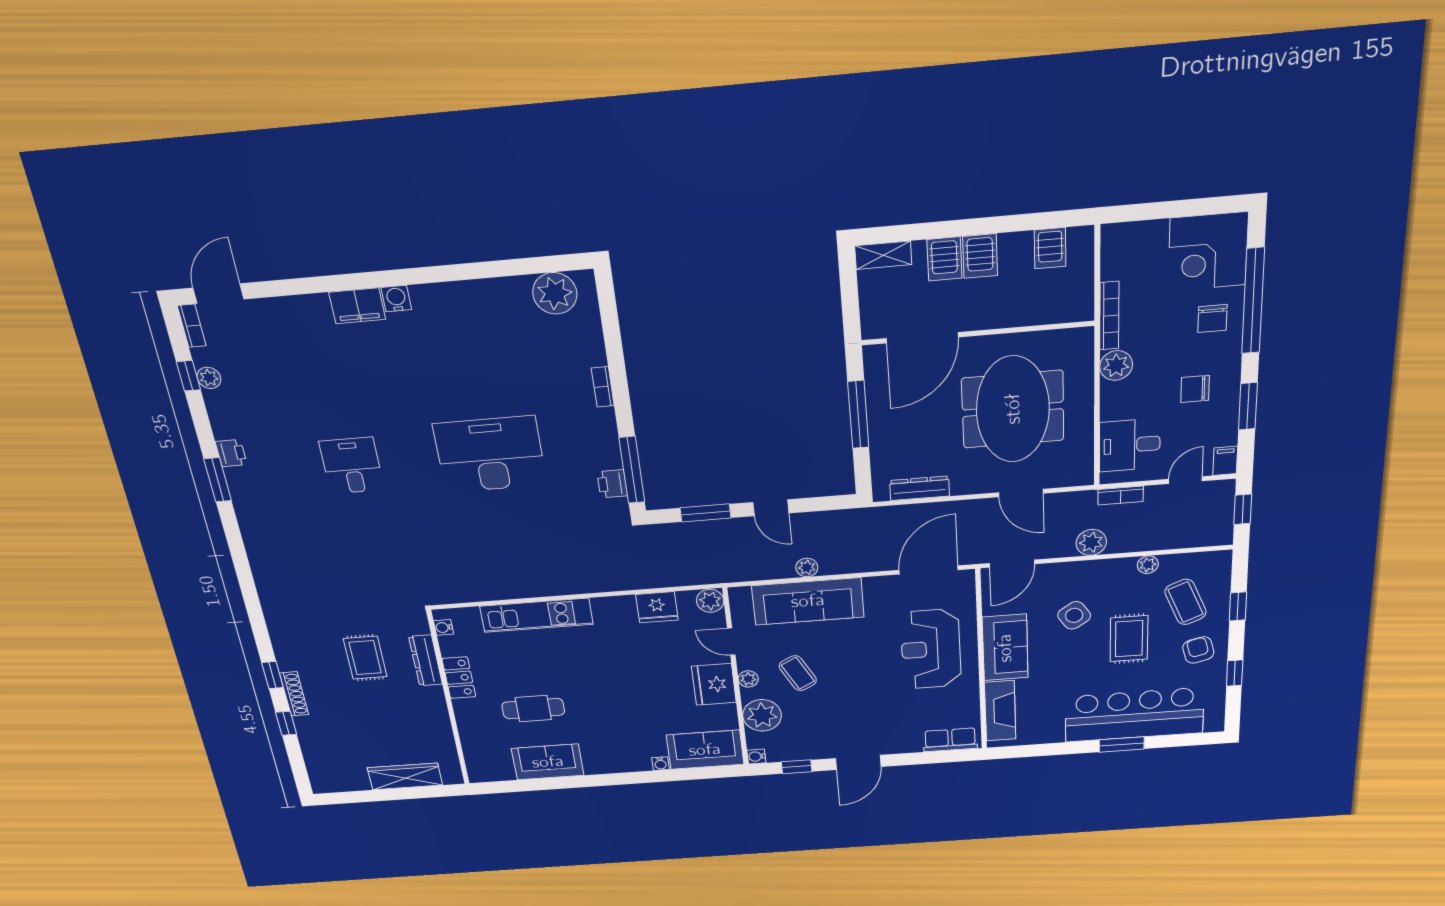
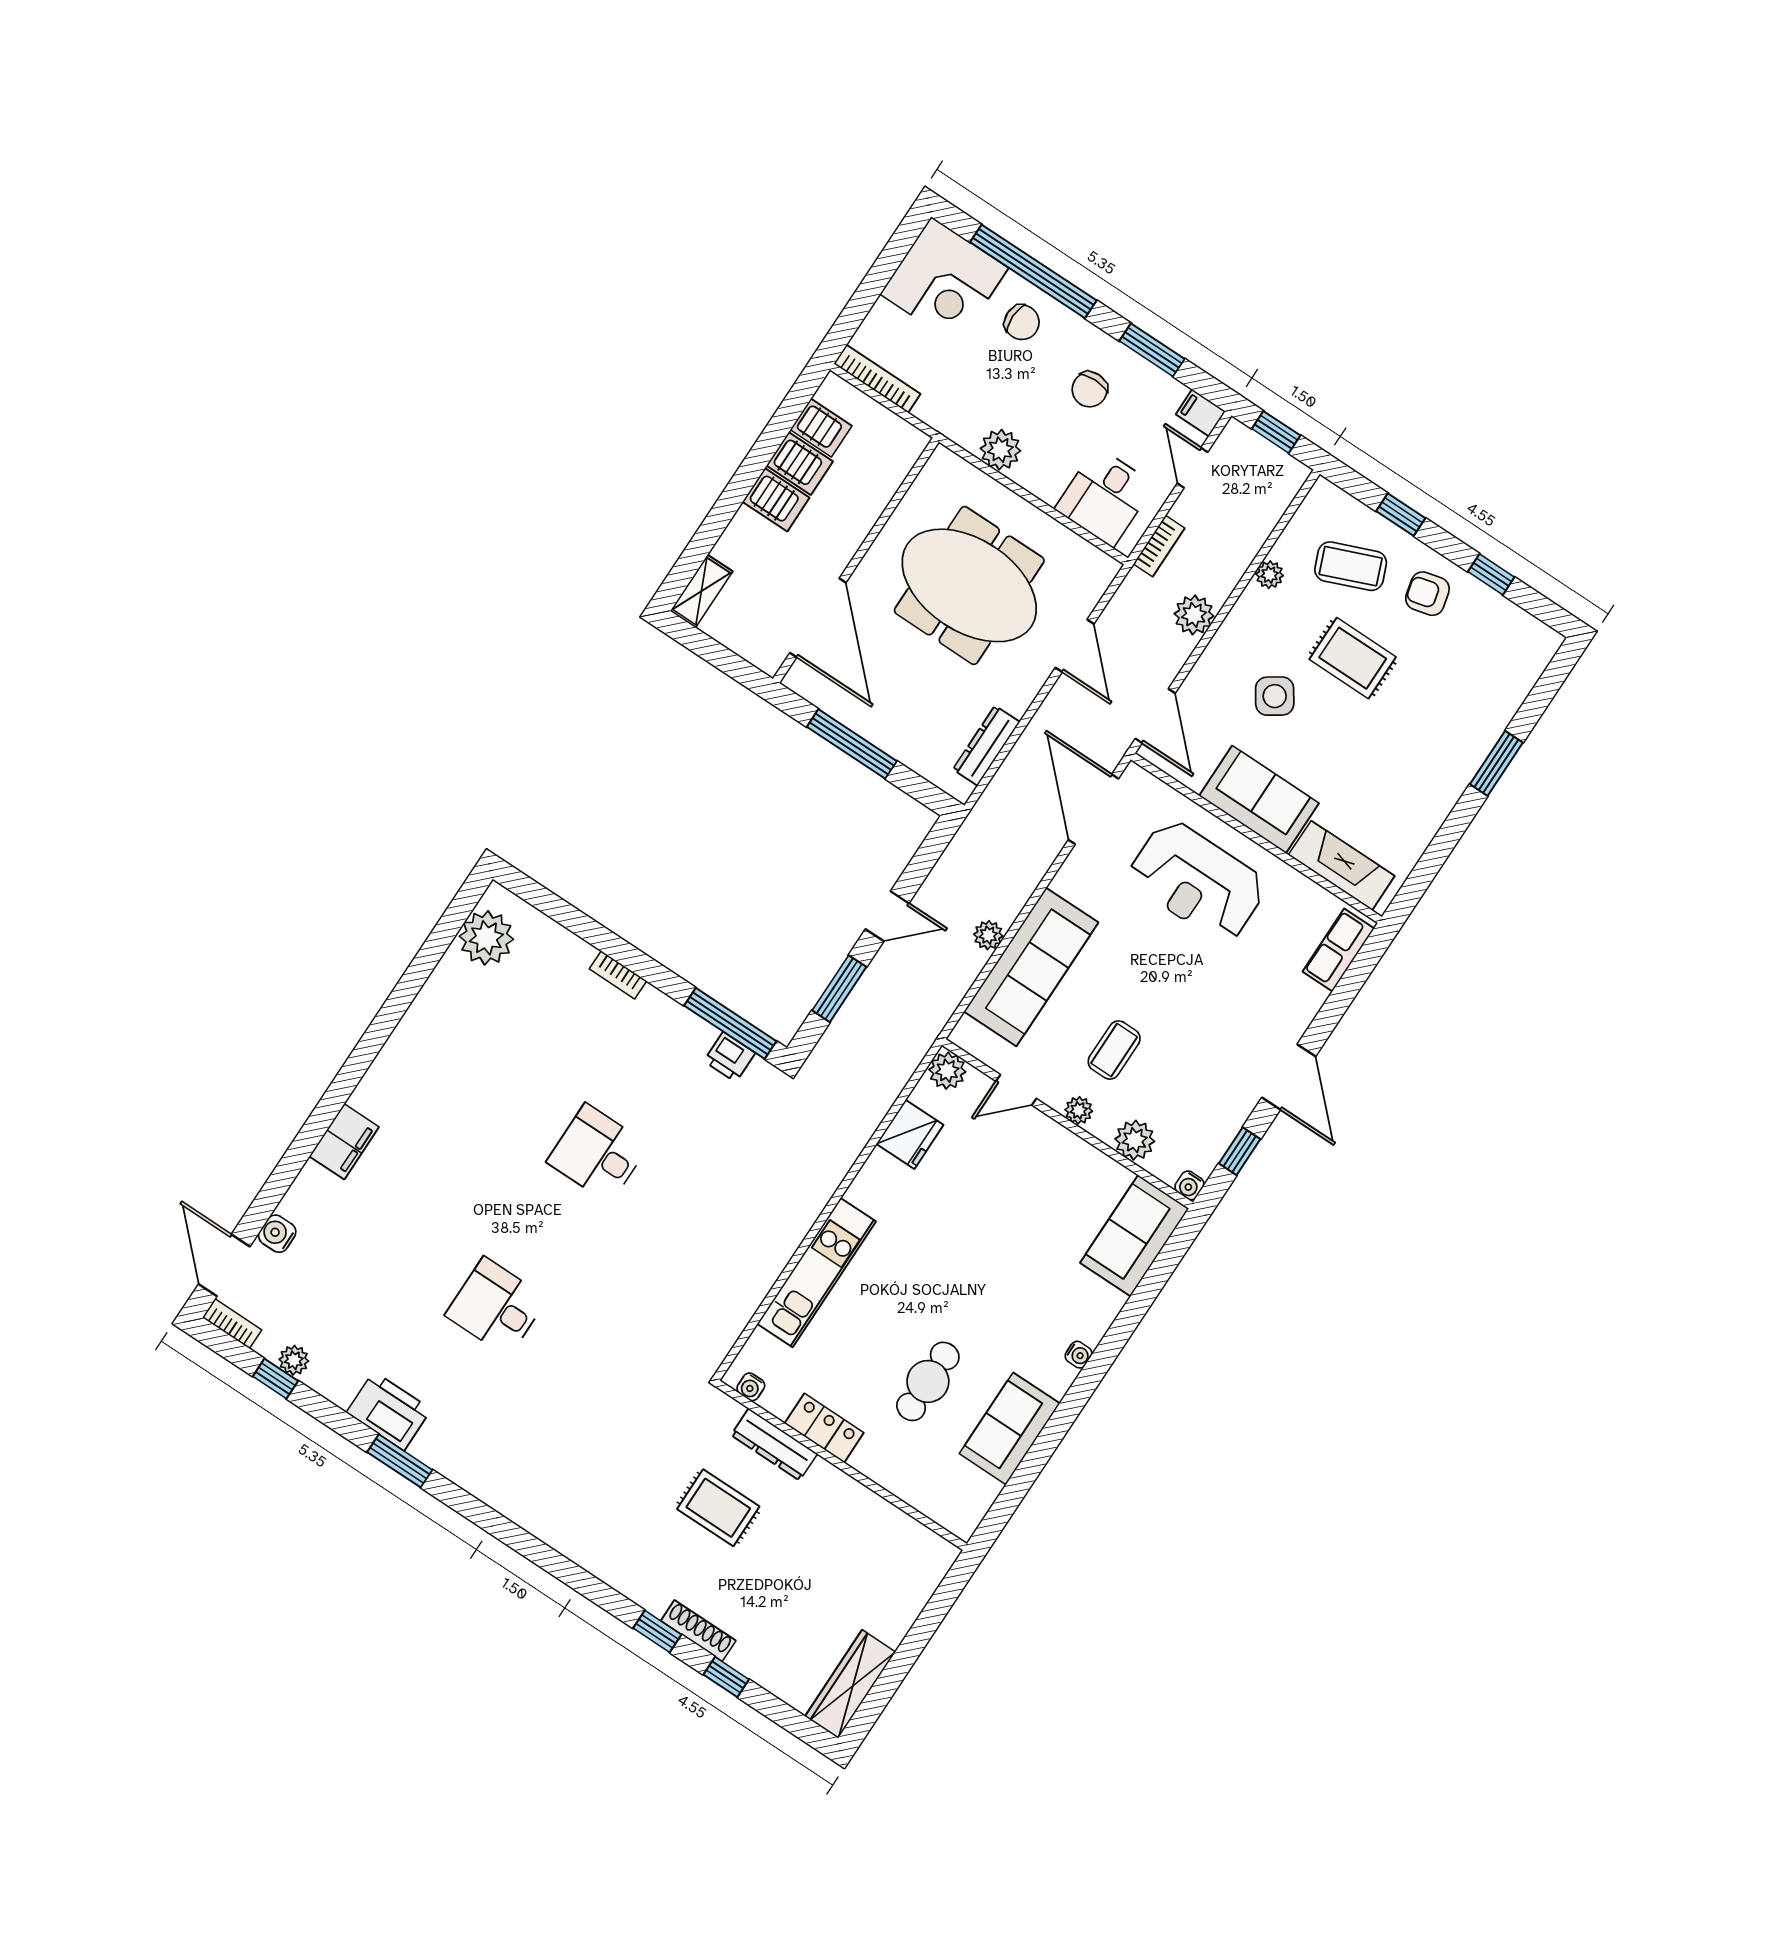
server rack: (944, 259) -> (800, 464), moved
water cooler: (396, 299) -> (277, 1234), moved
bookcase: (1109, 316) -> (877, 379), moved
printer: (231, 453) -> (389, 1411), width x1.87, depth x1.48
desk: (490, 454) -> (598, 1153), width x0.53, depth x0.77
door: (1021, 493) -> (1075, 646), hinge flipped
coffee table: (798, 673) -> (1114, 1050), turned -62
fridge: (714, 684) -> (1056, 1154), removed
plant: (762, 715) -> (1135, 1140), width x0.73, depth x0.73
bar counter: (1134, 715) -> (1464, 721), removed
water cooler: (660, 764) -> (1079, 1355), moved
wardrobe: (405, 776) -> (850, 1684), moved

